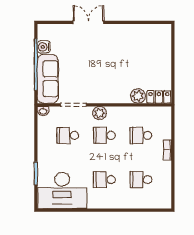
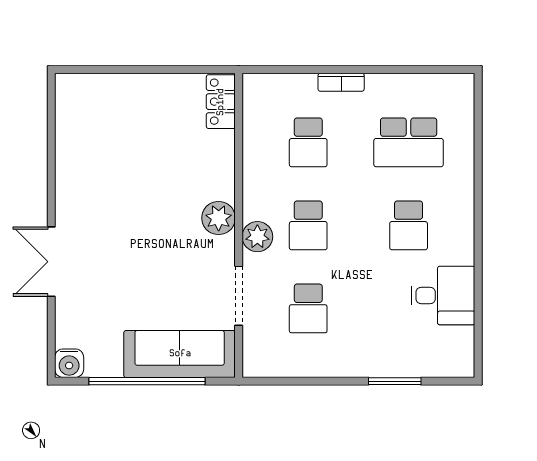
water cooler: (44, 47) -> (69, 363), moved
plant: (138, 96) -> (219, 218), moved
washbasin: (43, 111) -> (253, 365), removed
school desk: (141, 180) -> (409, 142), width x1.85
desk: (62, 190) -> (443, 296), width x0.53, depth x0.77

